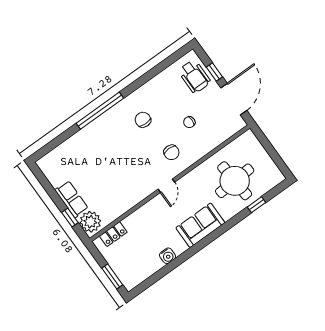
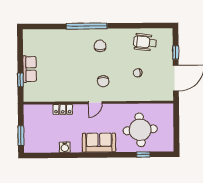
wheelchair: (195, 76) -> (145, 42), moved, turned 97
chair: (143, 120) -> (100, 46), moved
chair: (171, 152) -> (103, 81), moved
plant: (90, 222) -> (31, 92), removed
locker: (113, 234) -> (63, 109), moved

